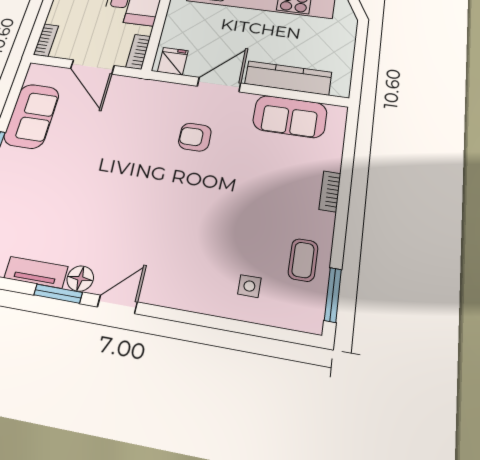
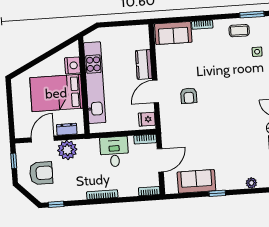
kitchen counter: (288, 78) -> (144, 64), width x0.67
door: (219, 85) -> (156, 91), hinge flipped
sofa: (290, 116) -> (173, 33), moved, turned 90

